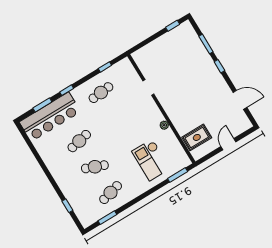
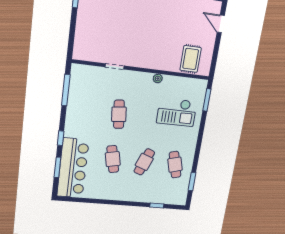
window: (105, 67) -> (66, 90), width x2.17
cafe table: (101, 93) -> (119, 114), moved
door: (228, 144) -> (221, 24), moved

